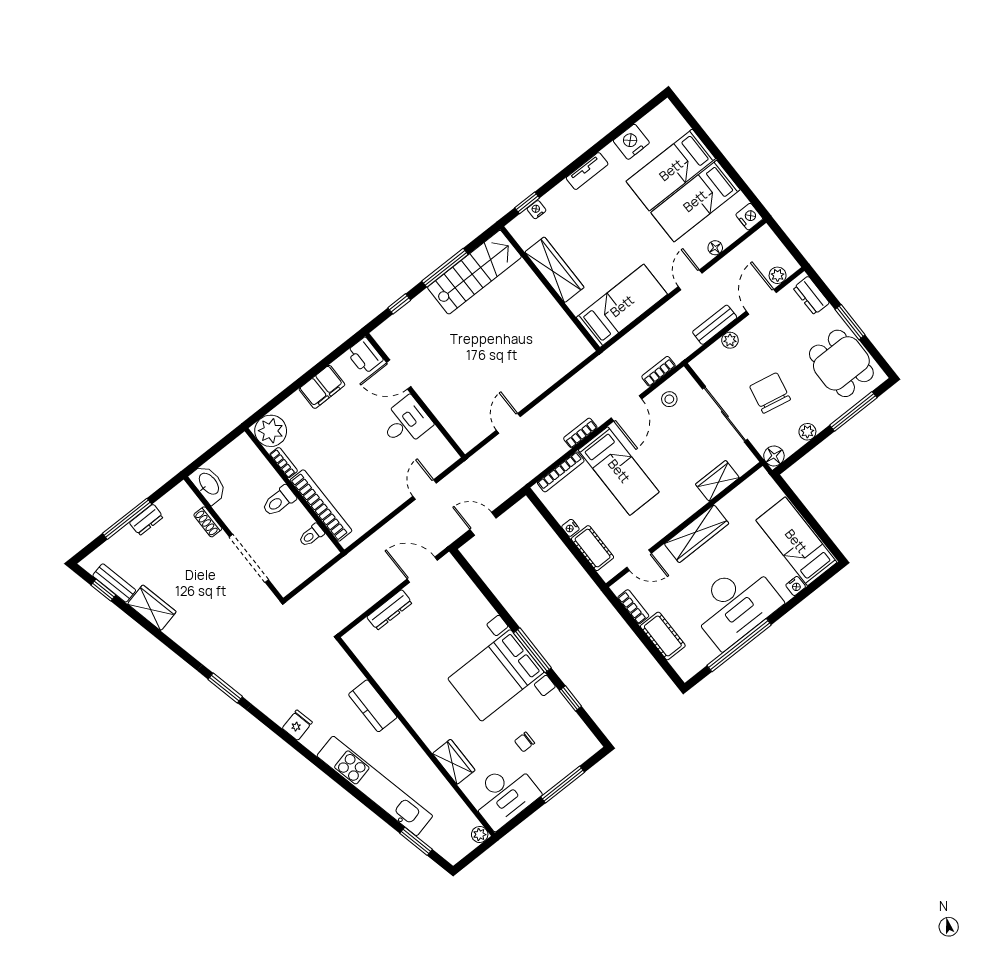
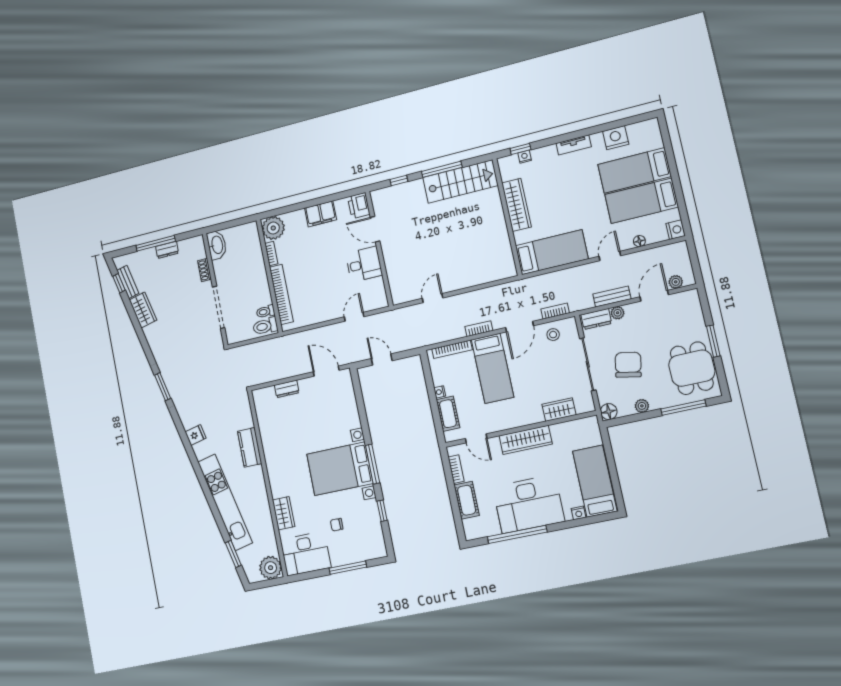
dresser: (811, 295) -> (596, 319), moved, turned -90
toilet: (279, 501) -> (265, 326), moved
dresser: (390, 610) -> (287, 389), width x0.70
plant: (480, 834) -> (271, 568), width x1.88, depth x1.88

